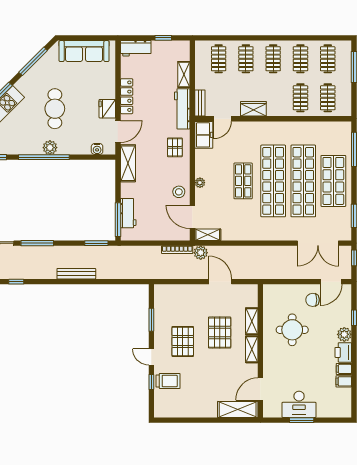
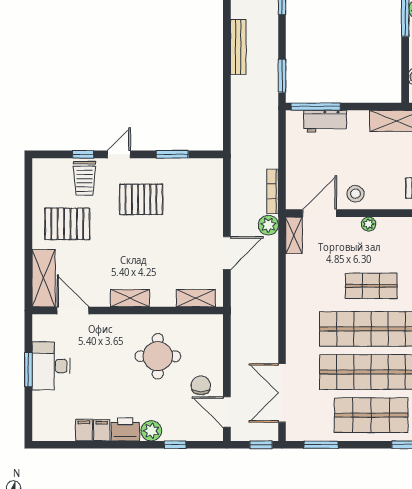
shelving: (252, 321) -> (196, 298), moved
pallet: (220, 333) -> (67, 224), moved

